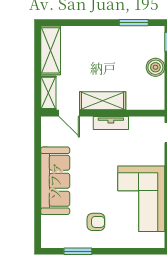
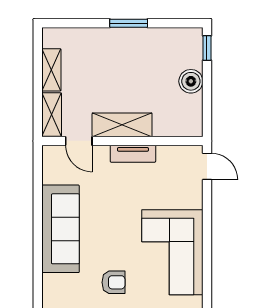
window: (134, 23) -> (129, 23), moved
shelving: (51, 50) -> (51, 70), width x0.67, depth x0.75

